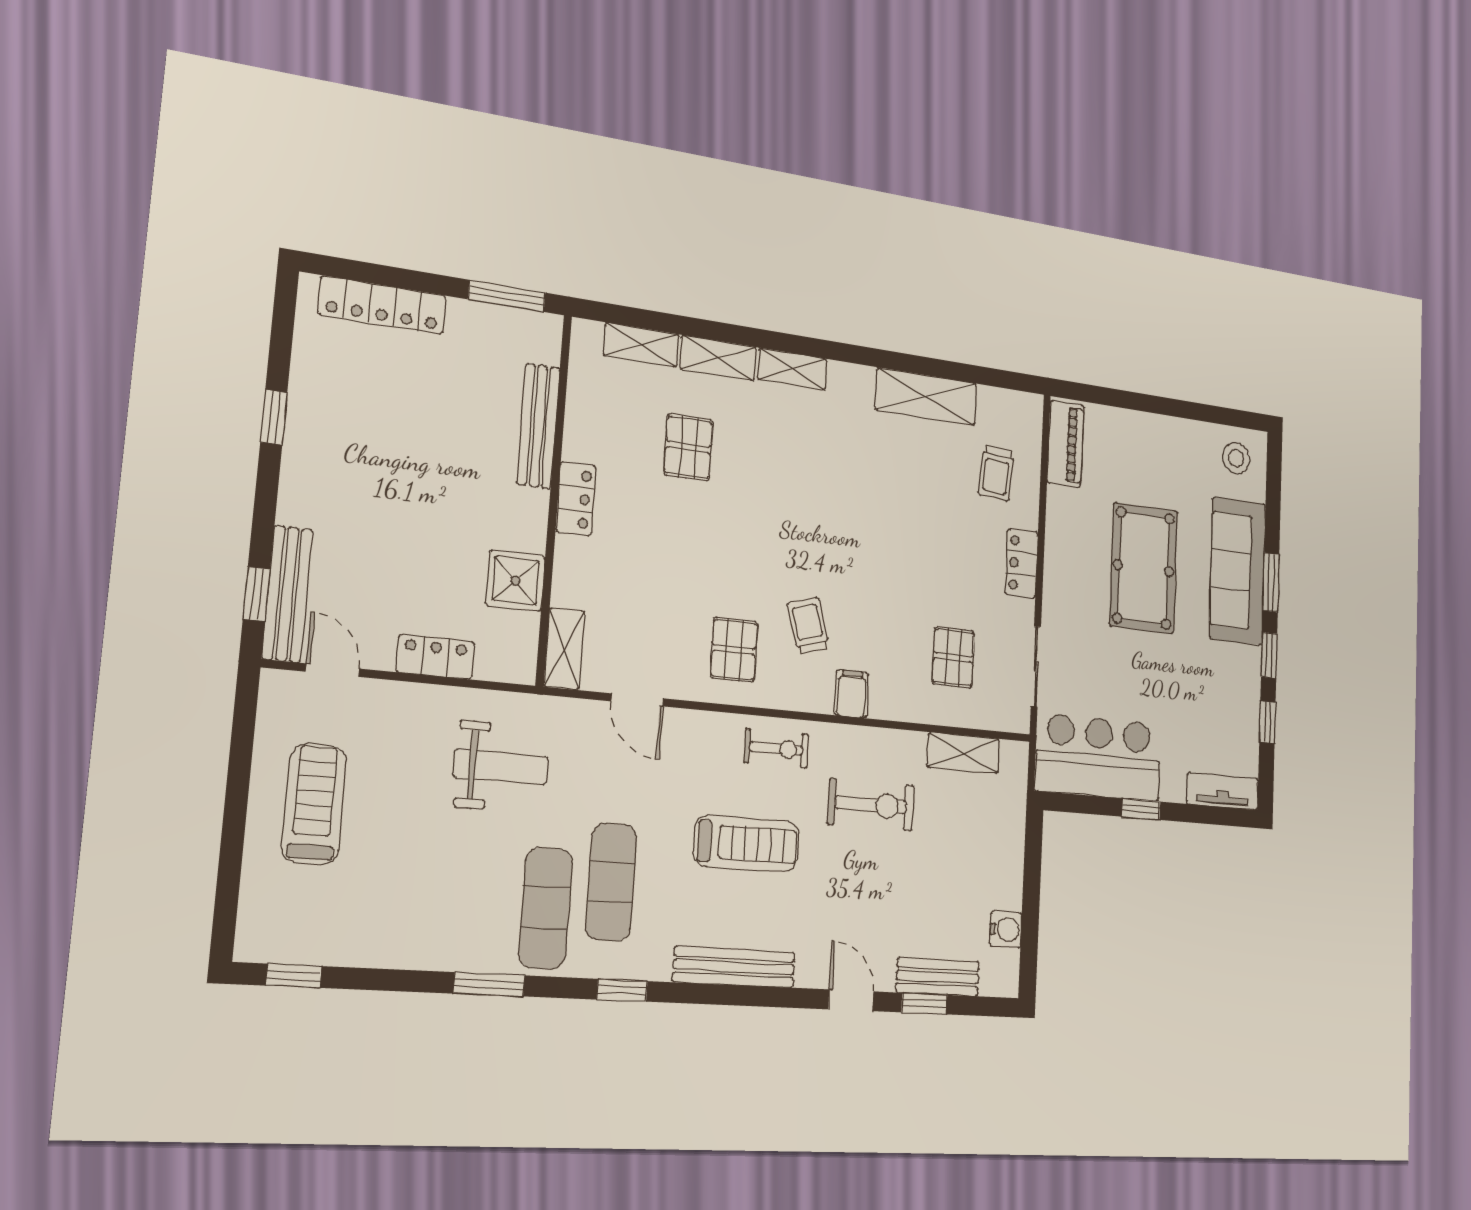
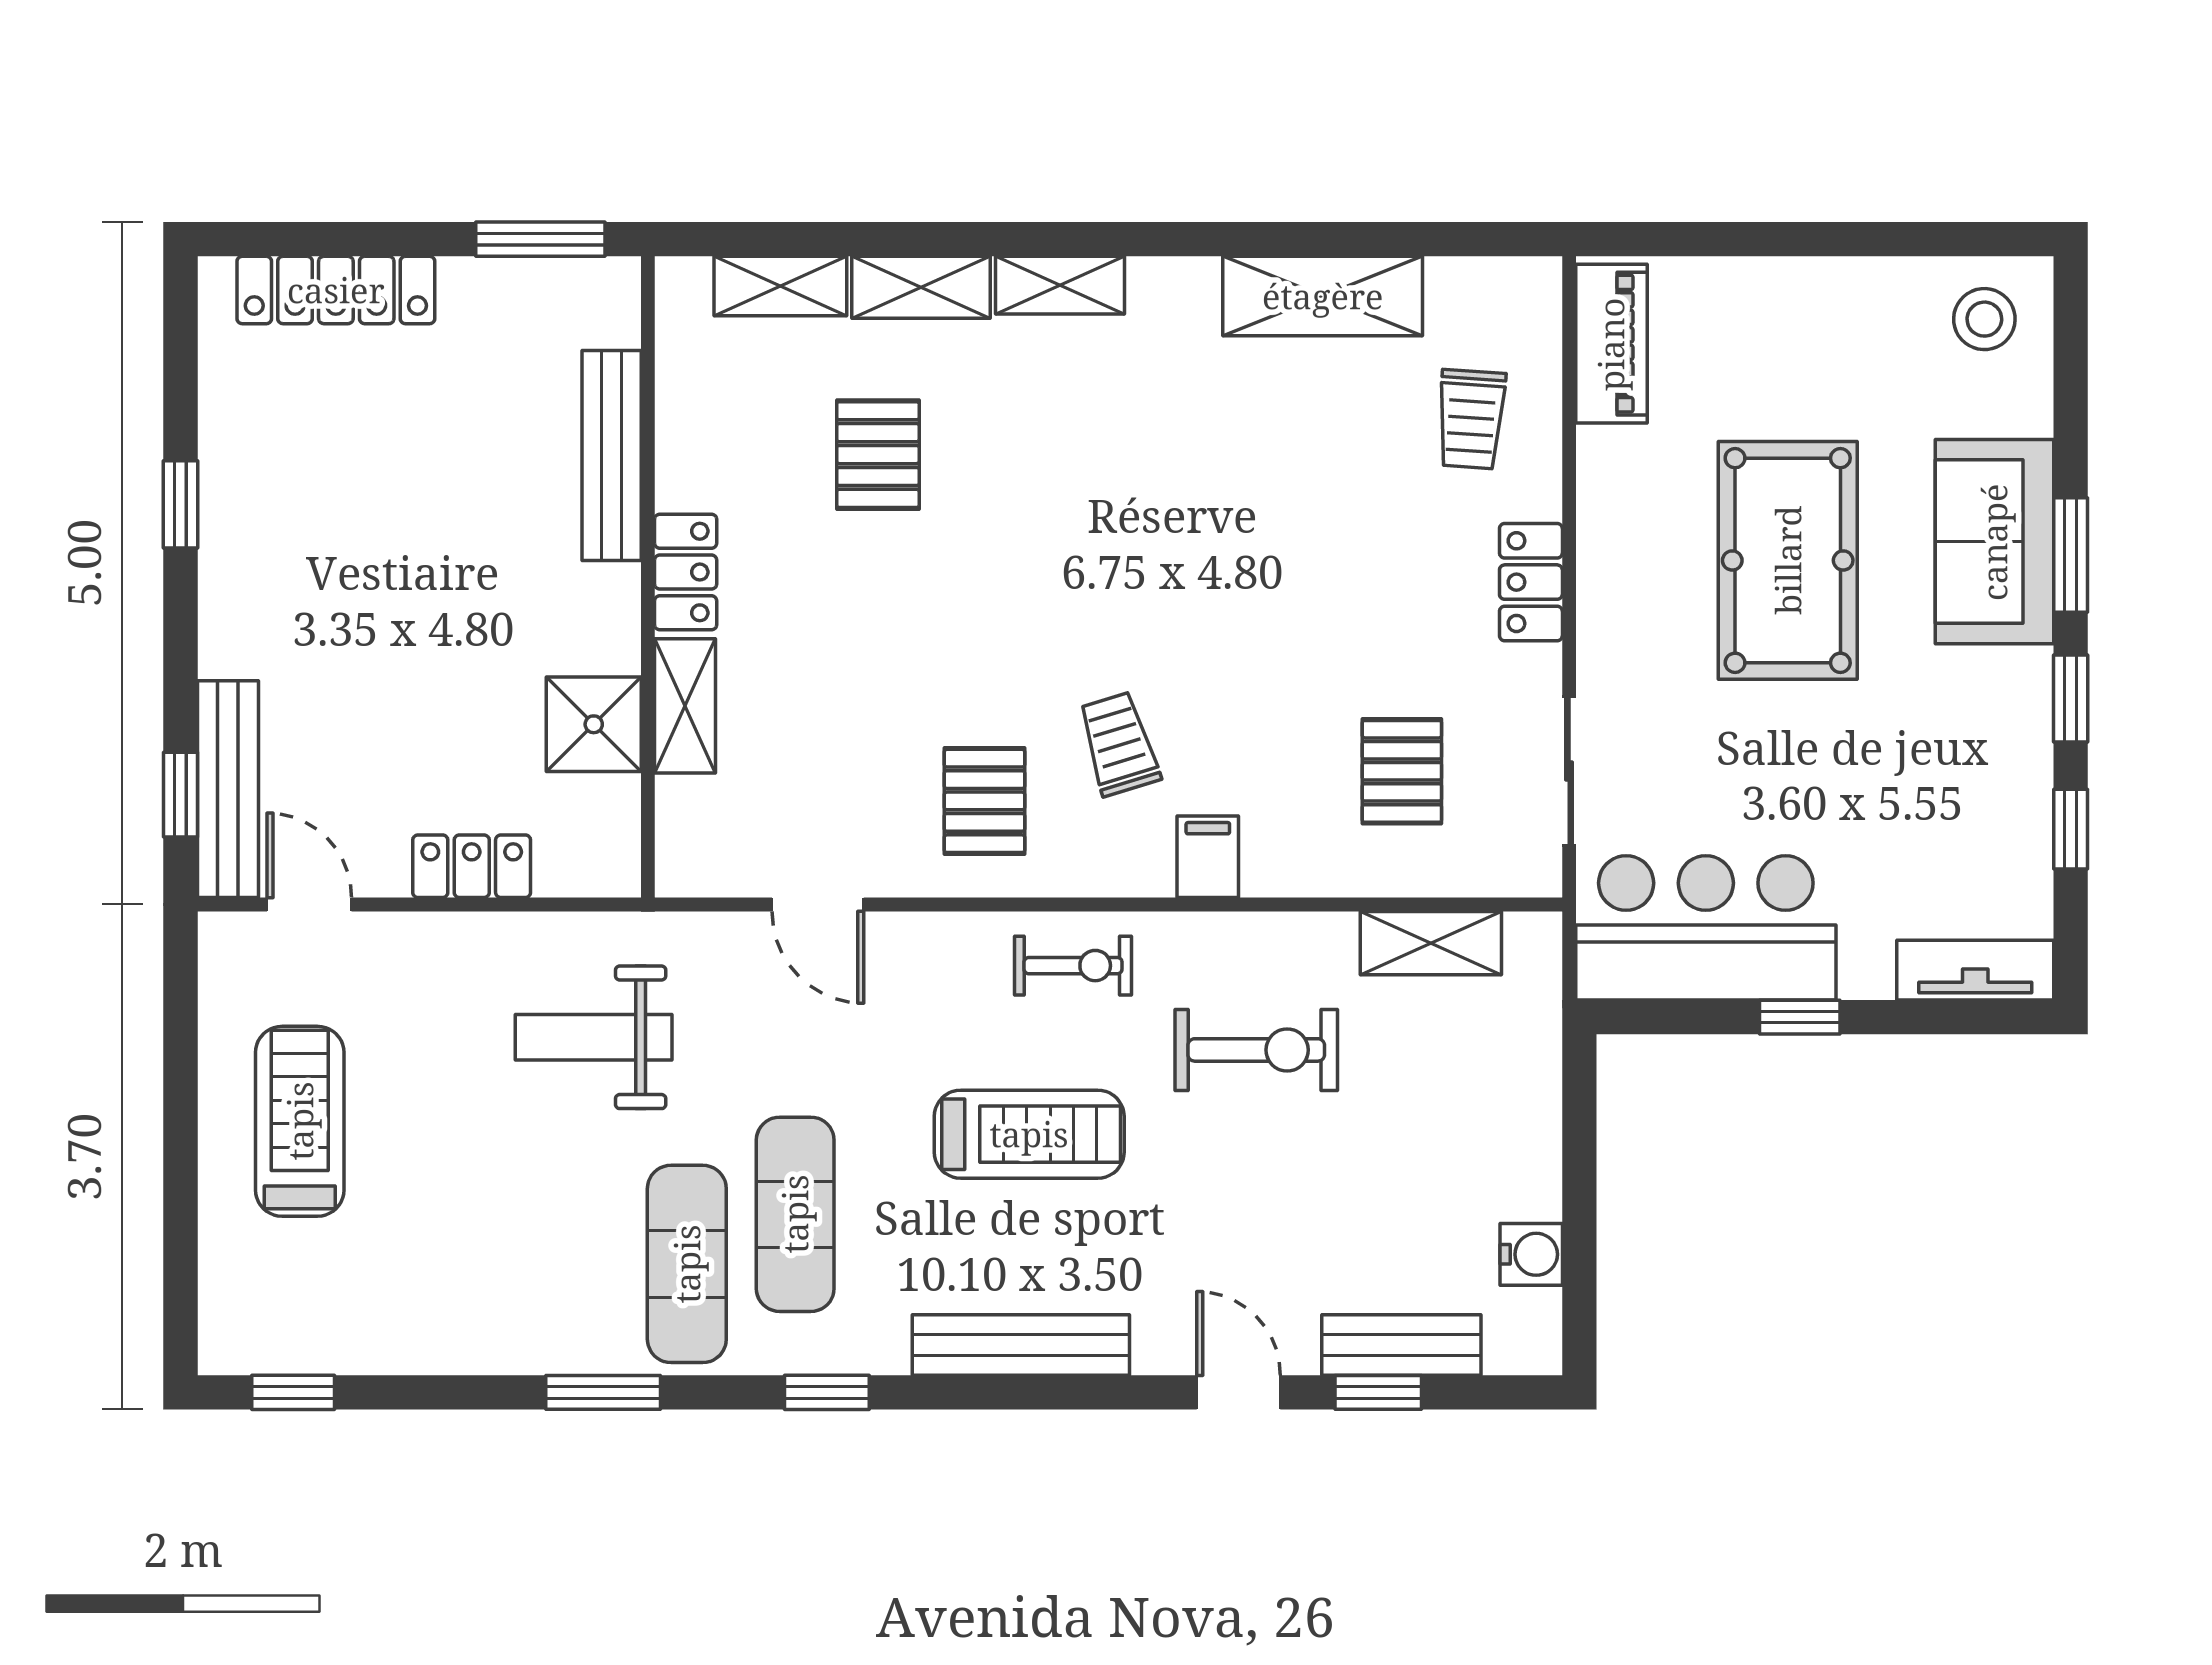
sofa: (1238, 571) -> (1994, 542), width x0.73
shelving: (564, 649) -> (685, 706), moved
weight bench: (501, 767) -> (594, 1037), turned 180

